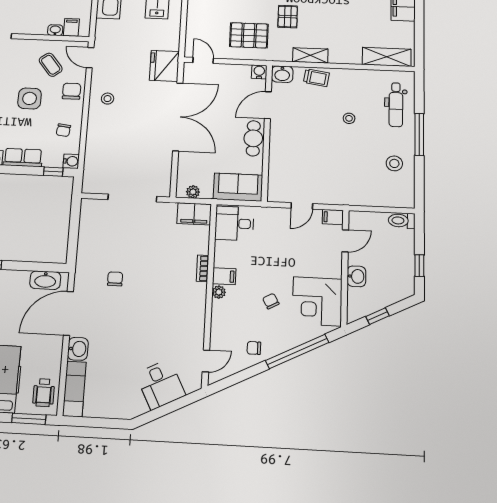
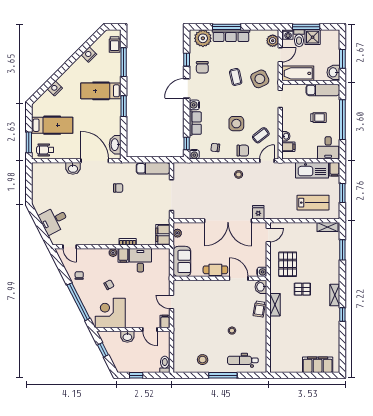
shelving: (387, 57) -> (276, 354), removed
fridge: (164, 66) -> (258, 212), width x0.53, depth x0.75
desk: (234, 223) -> (140, 260), moved
exam couch: (74, 389) -> (153, 168), moved

